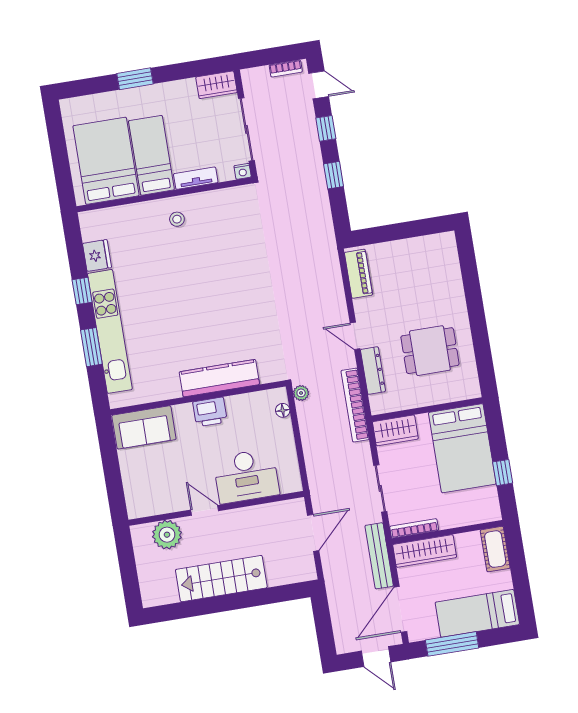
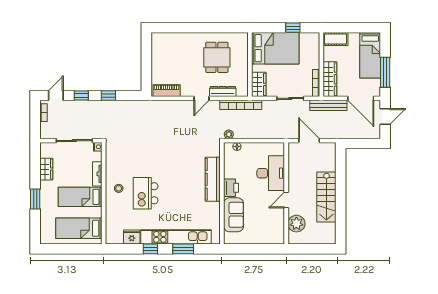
wardrobe: (216, 85) -> (46, 169), moved
bed: (106, 161) -> (79, 228), width x0.67
kitchen island: (176, 267) -> (146, 193), added
sofa: (144, 427) -> (234, 215), moved

